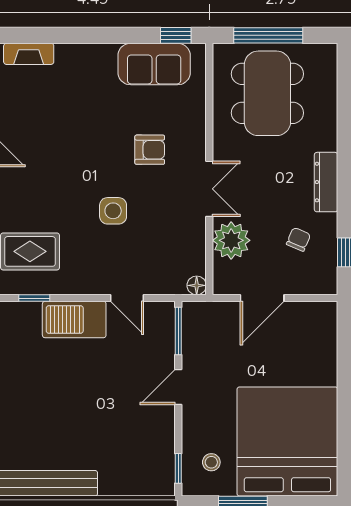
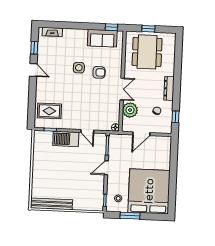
window: (268, 35) -> (148, 29), width x0.46
side table: (113, 211) -> (79, 68), moved

